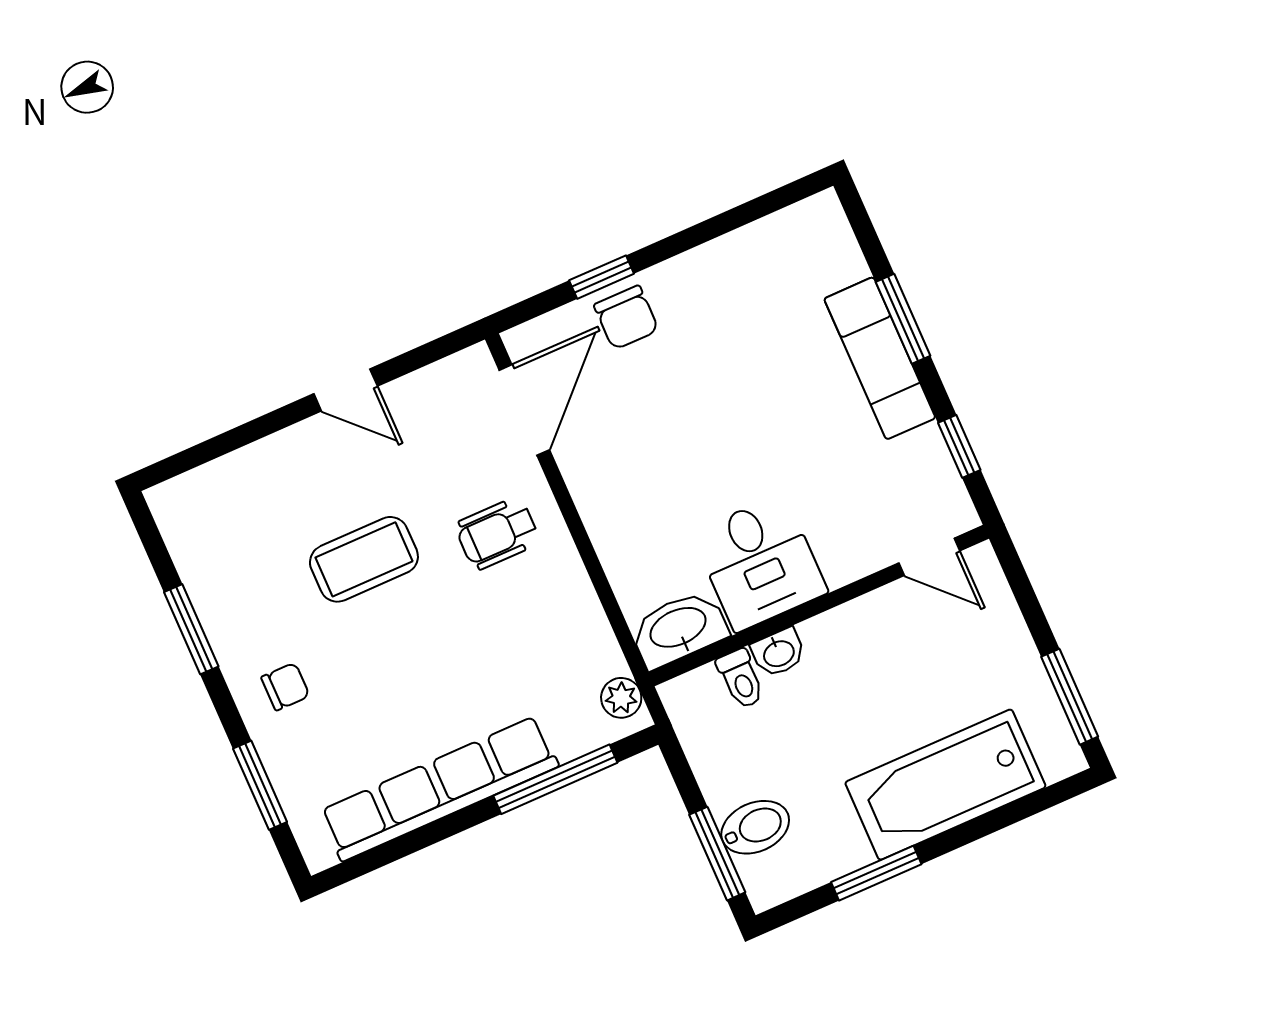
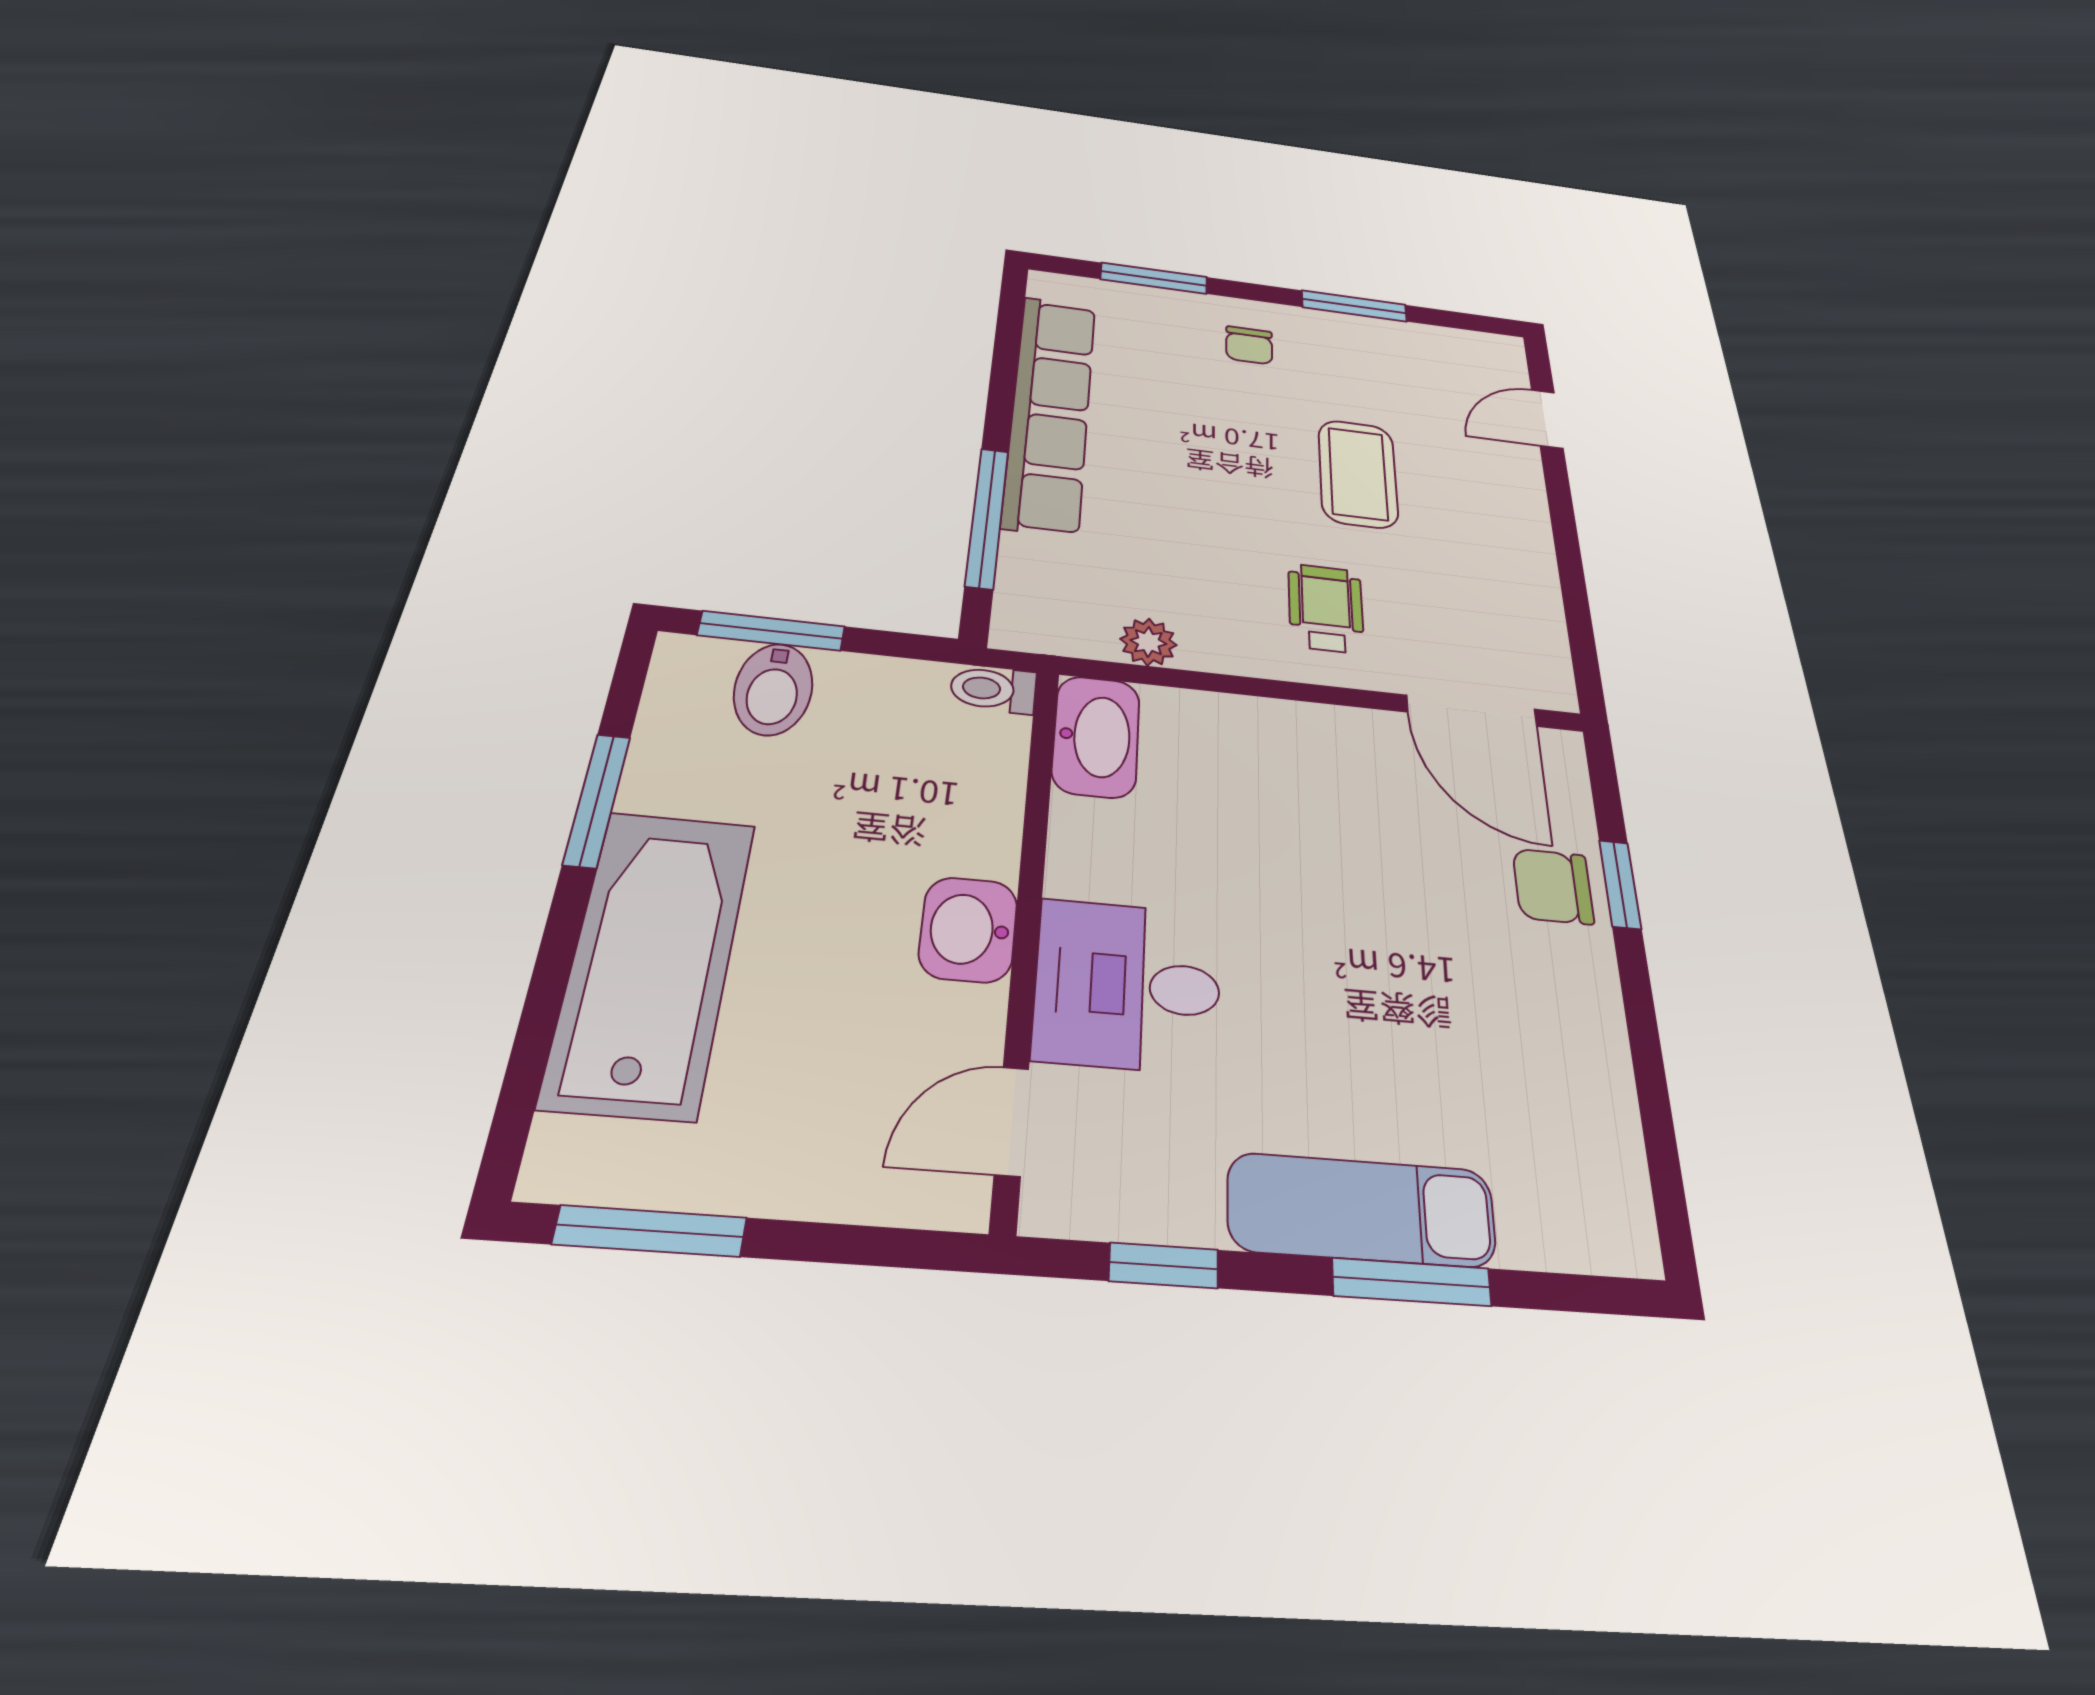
door: (346, 390) -> (1547, 419), moved
desk: (760, 563) -> (1128, 985), moved
washbasin: (778, 653) -> (968, 929), moved, width x1.38, depth x1.45
toilet: (741, 679) -> (993, 689), moved
plant: (621, 698) -> (1148, 642), moved

